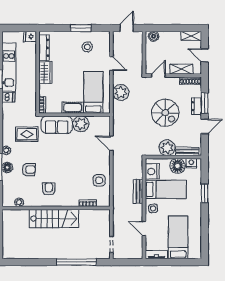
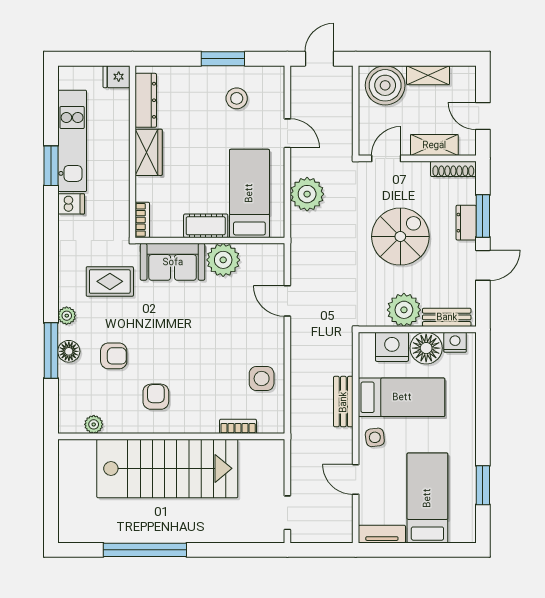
boiler: (154, 36) -> (385, 85), width x1.86, depth x1.86
shelving: (191, 36) -> (428, 75), moved
spiral stairs: (165, 113) -> (400, 237), turned -90
nightstand: (152, 171) -> (392, 347), moved, turned 90
window: (205, 193) -> (483, 485), moved
stairs: (54, 219) -> (167, 468), width x1.36, depth x1.51
window: (76, 262) -> (145, 550), moved

